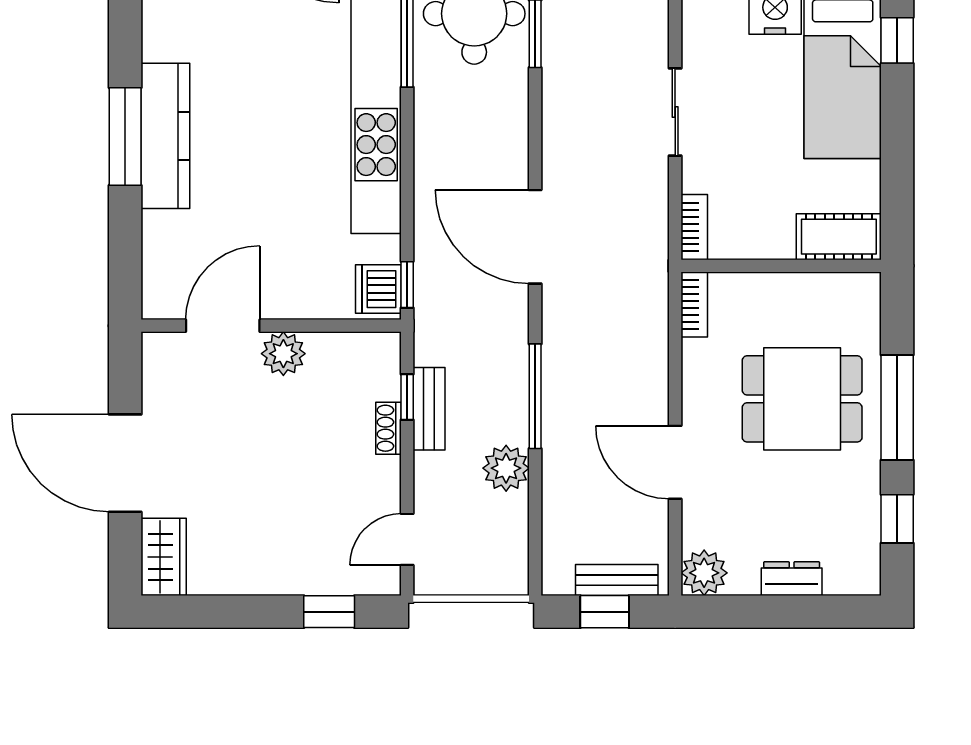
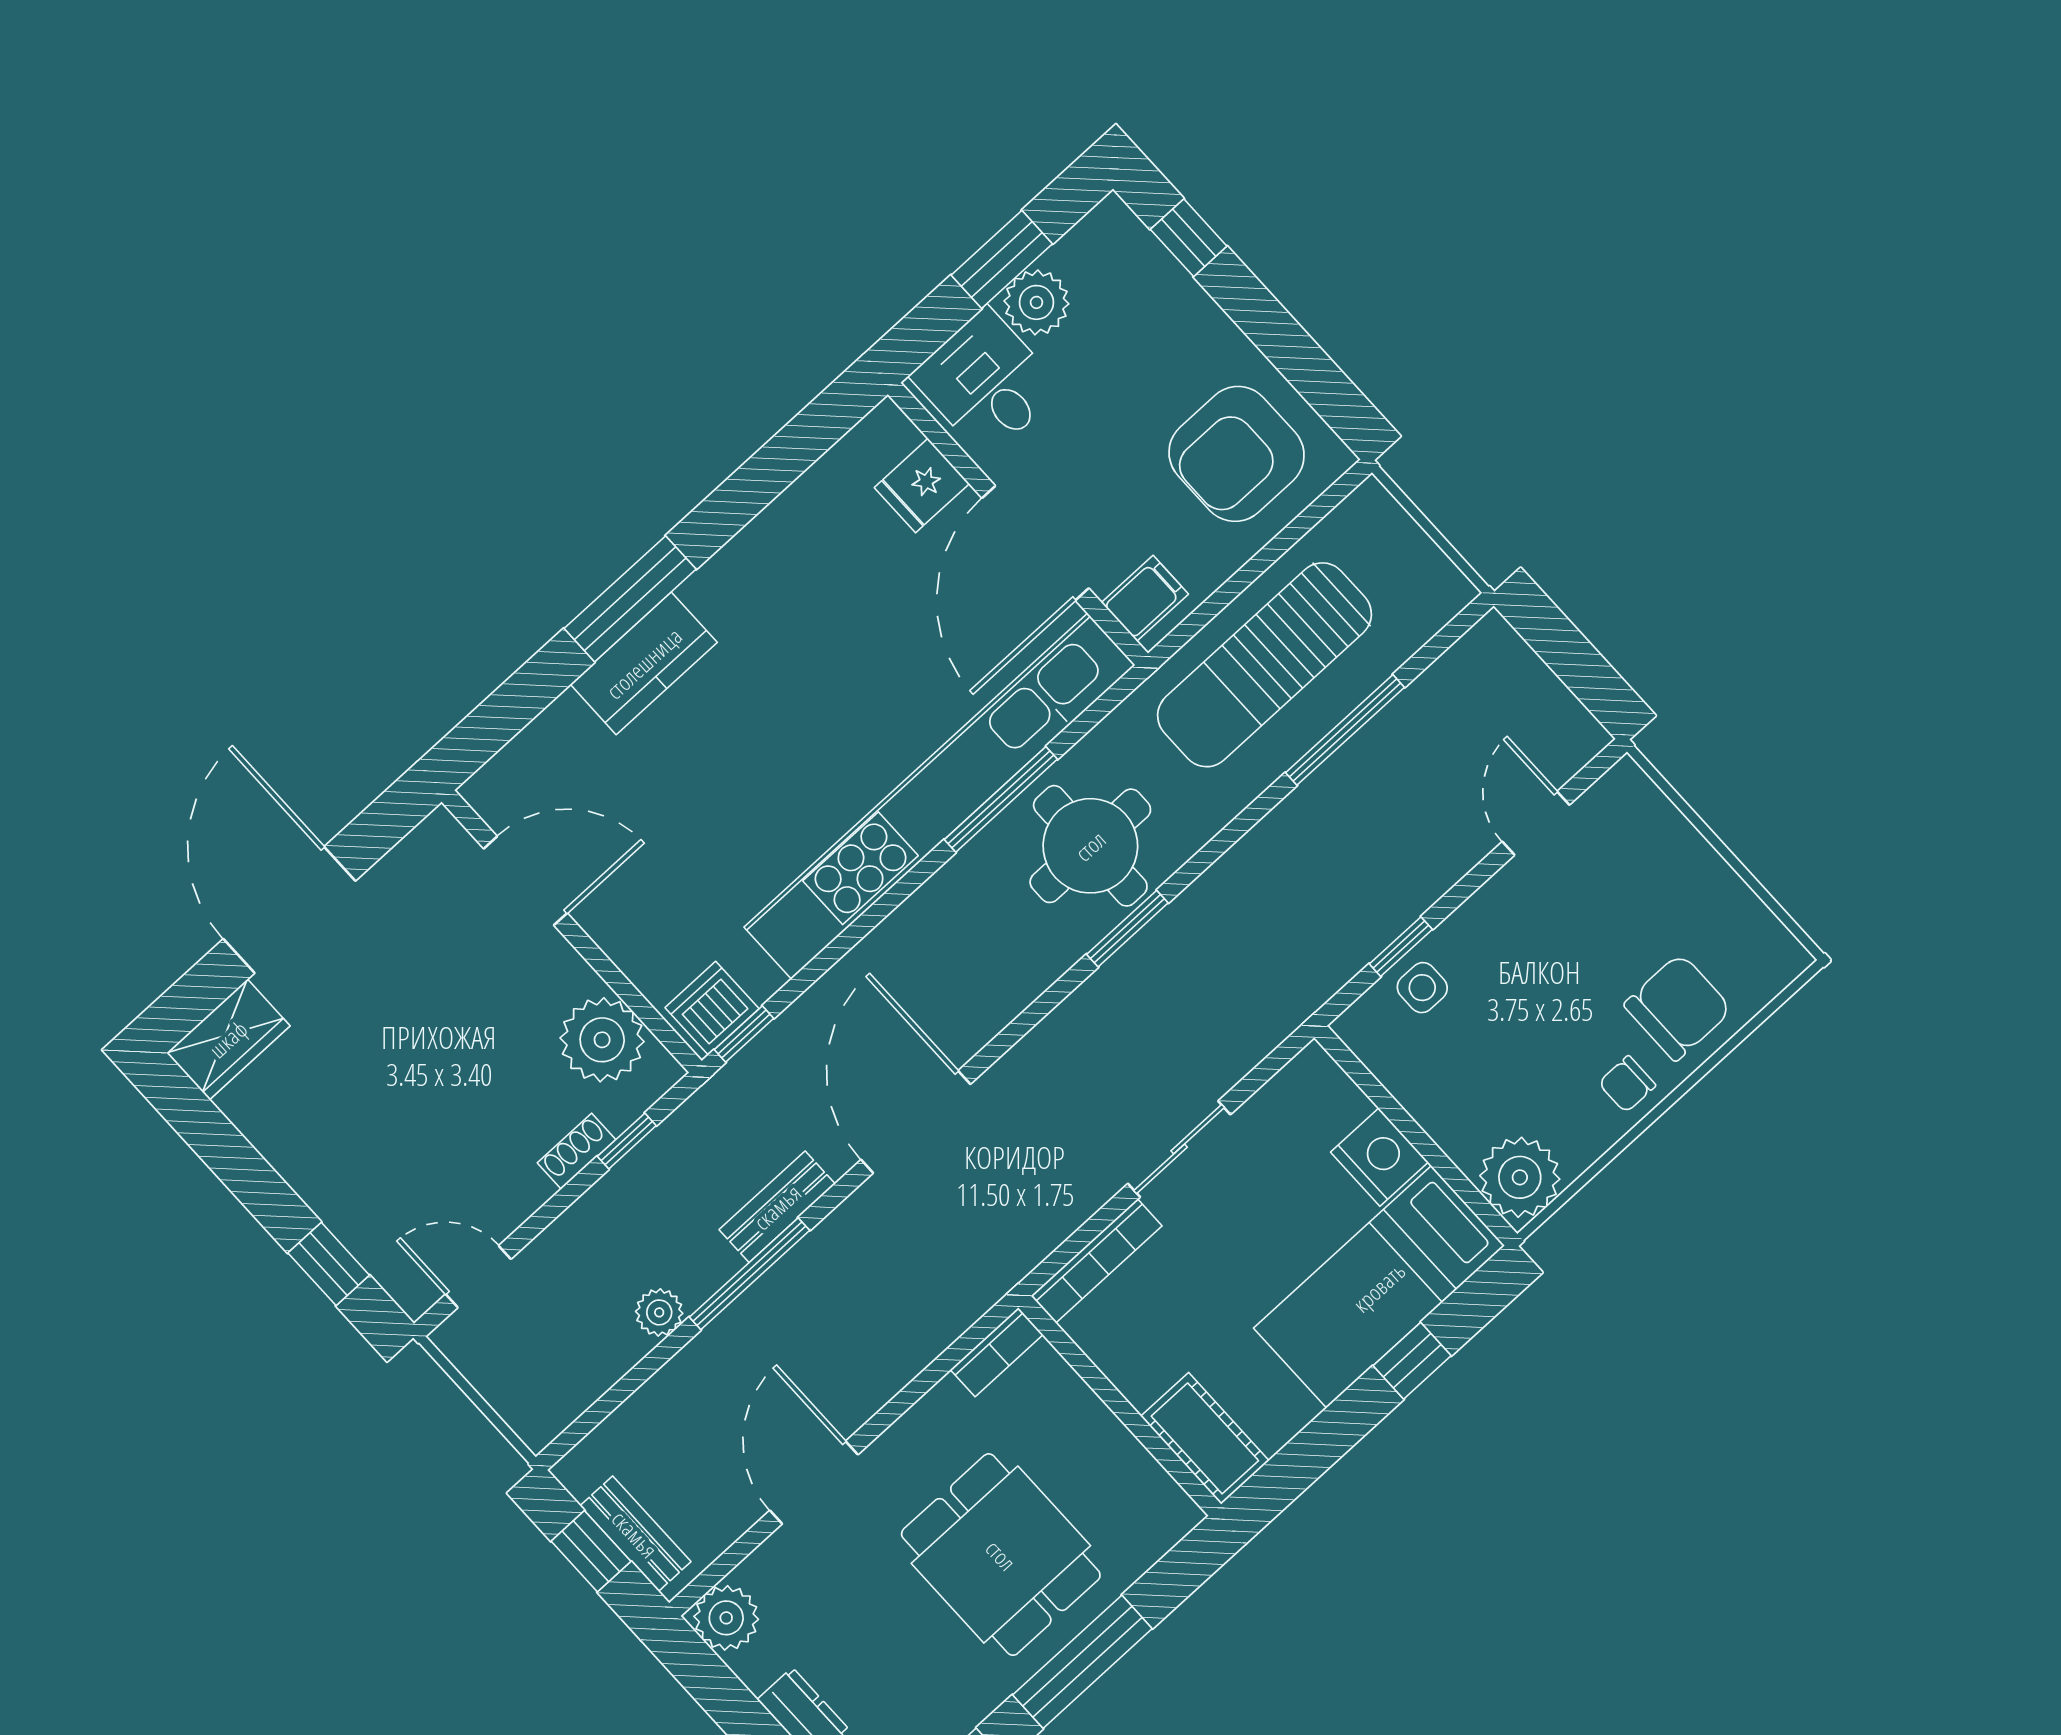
window: (897, 40) -> (1412, 1361), moved
kitchen counter: (165, 136) -> (644, 663), width x0.67
bookcase: (694, 227) -> (1096, 1261), width x1.56
plant: (283, 354) -> (602, 1040), moved, width x1.36, depth x1.36
bench: (429, 409) -> (777, 1207), moved
plant: (506, 468) -> (659, 1312), width x0.73, depth x0.73

